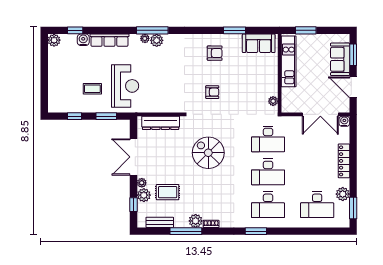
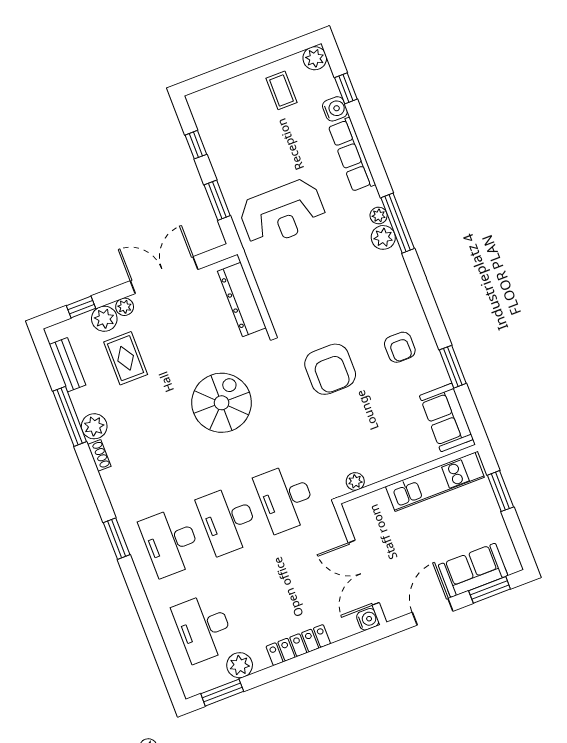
coffee table: (92, 89) -> (281, 90), moved
armchair: (212, 92) -> (330, 369), width x1.88, depth x1.88

